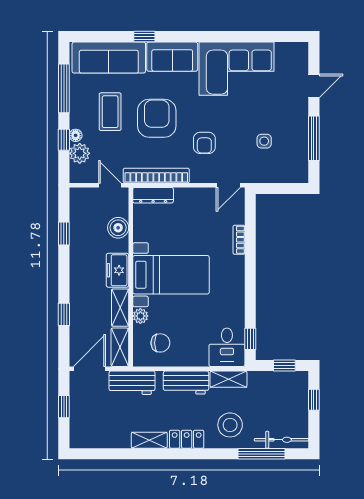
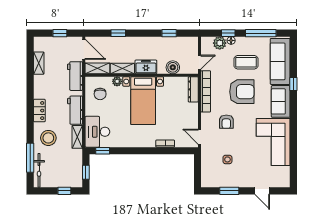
window: (314, 138) -> (229, 191), width x0.69
armchair: (204, 143) -> (226, 122), turned -90
desk: (227, 347) -> (97, 132), width x1.37
shelving: (149, 440) -> (39, 63), moved

